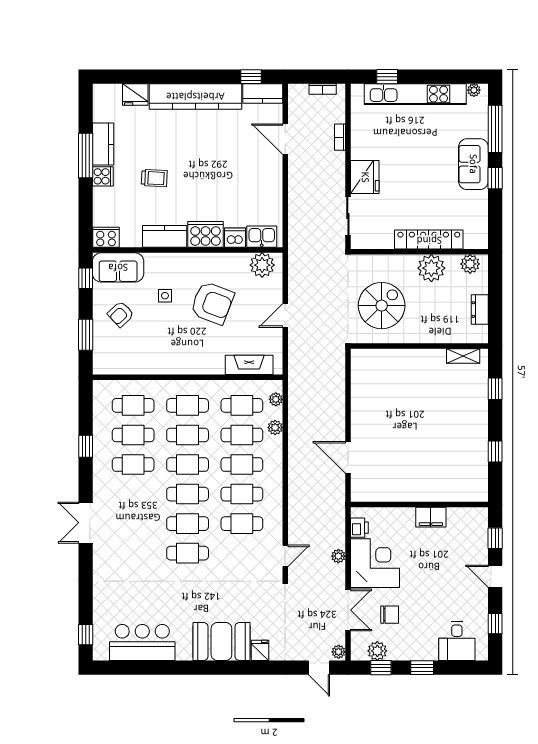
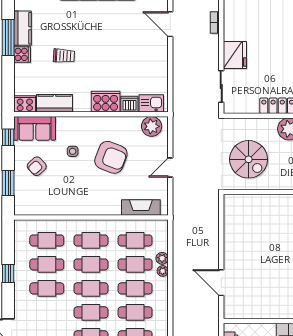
kitchen counter: (165, 236) -> (54, 103), moved
spiral stairs: (382, 306) -> (249, 159), turned 90
plant: (276, 399) -> (163, 271), moved

